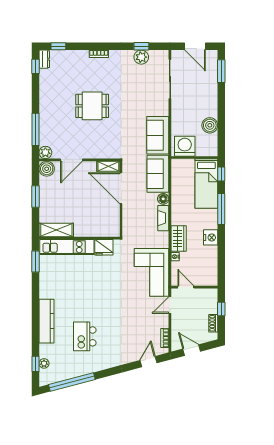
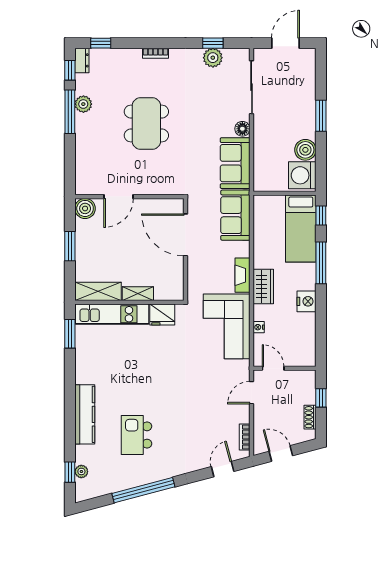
door: (195, 46) -> (285, 43), swing flipped
window: (221, 71) -> (321, 116), moved
dining table: (92, 106) -> (146, 124), width x1.38
window: (35, 129) -> (70, 112), moved
washing machine: (185, 146) -> (302, 175), moved, turned -90
plant: (45, 152) -> (83, 104), moved
shelving: (108, 166) -> (138, 294), moved
floor lamp: (163, 199) -> (242, 129), moved
wardrobe: (179, 238) -> (263, 286), moved
corner sofa: (152, 272) -> (227, 326), moved
window: (72, 382) -> (143, 490), moved

